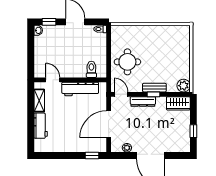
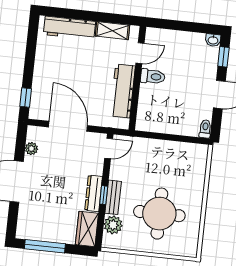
round table: (127, 62) -> (159, 214), moved, width x1.36, depth x1.36
toilet: (91, 69) -> (153, 77), moved
plant: (184, 86) -> (113, 225), moved
dresser: (143, 101) -> (94, 193), moved
workbench: (41, 126) -> (69, 28), width x1.38
window: (193, 131) -> (45, 246), width x2.17

